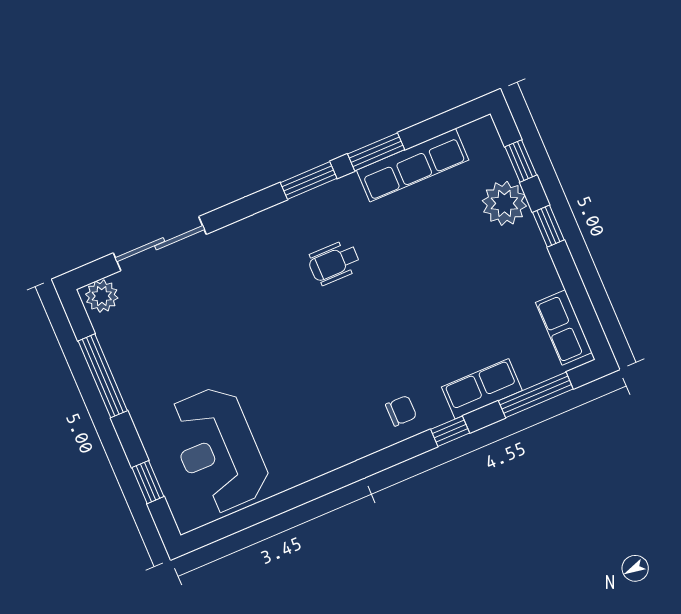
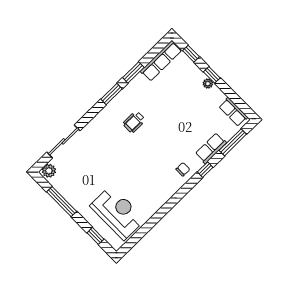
row of seats: (413, 165) -> (161, 61), moved
plant: (504, 203) -> (208, 84), moved, width x0.53, depth x0.53
reception desk: (218, 450) -> (118, 213), turned 180

